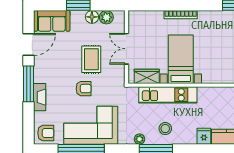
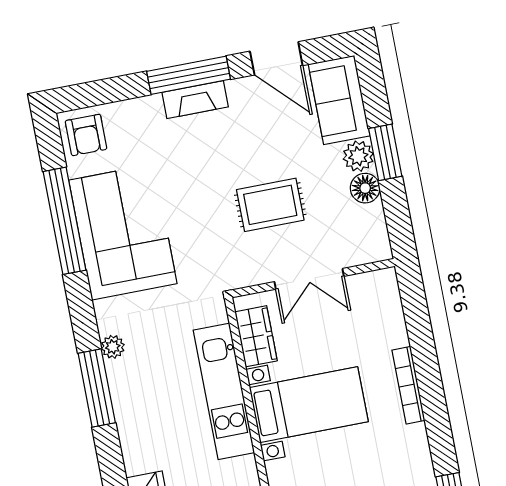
plant: (106, 17) -> (358, 156), moved
double door: (126, 49) -> (309, 279), swing flipped
armchair: (84, 89) -> (202, 200), removed
fireplace: (40, 97) -> (195, 100), moved
stool: (165, 129) -> (147, 400), removed

